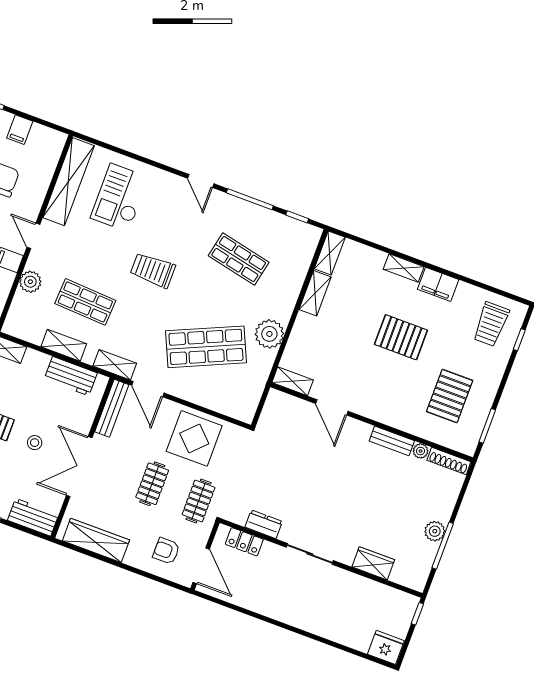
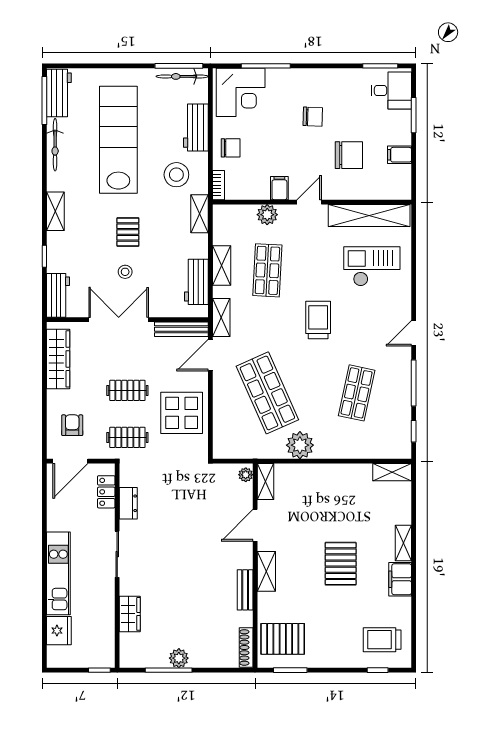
shelving: (315, 293) -> (266, 571), moved, turned 90
pallet: (450, 396) -> (283, 639), moved
plant: (421, 451) -> (246, 475), moved
kitchen unit: (307, 619) -> (58, 573), added
fridge: (386, 647) -> (59, 631), moved

